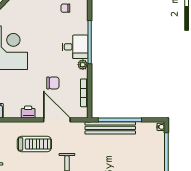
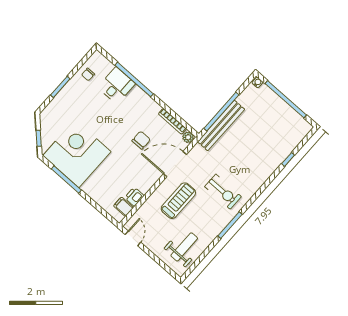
desk: (75, 47) -> (117, 85), moved
plant: (83, 65) -> (188, 137), moved
printer: (28, 112) -> (134, 197), moved

